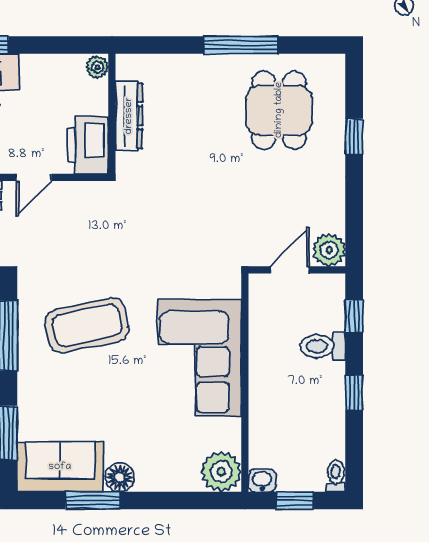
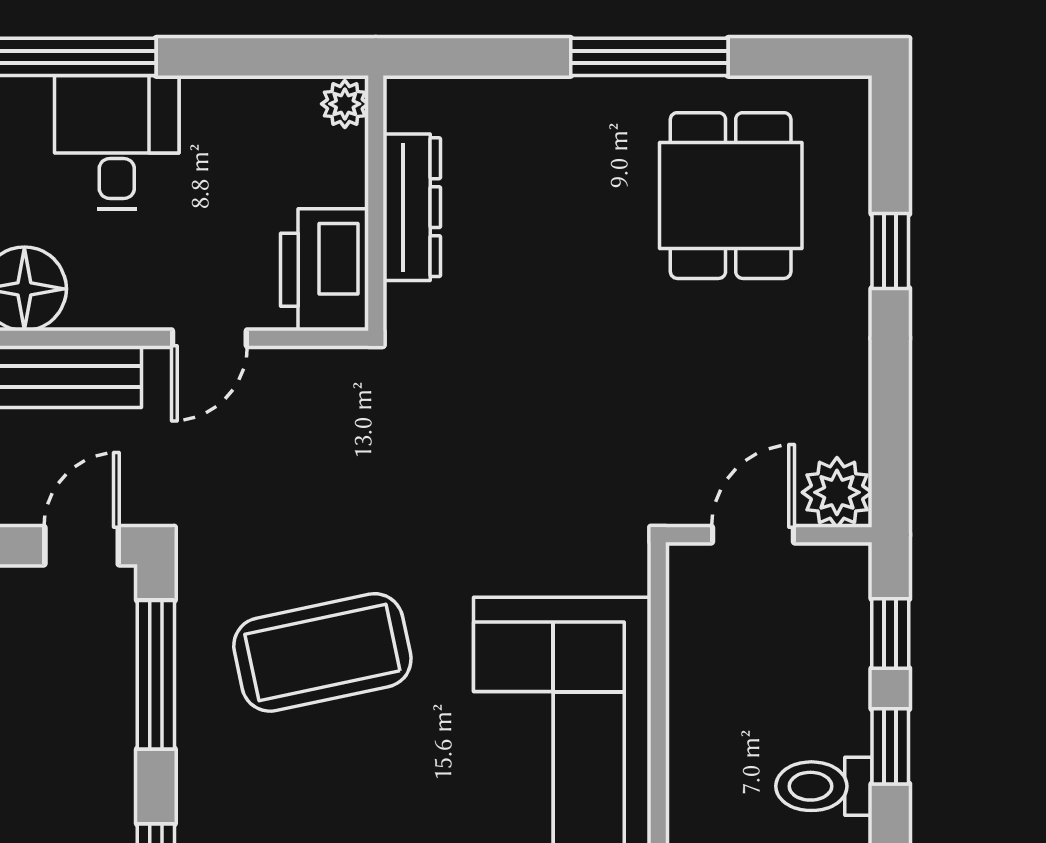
toilet: (323, 346) -> (824, 786), moved
window: (354, 393) -> (890, 746), moved

